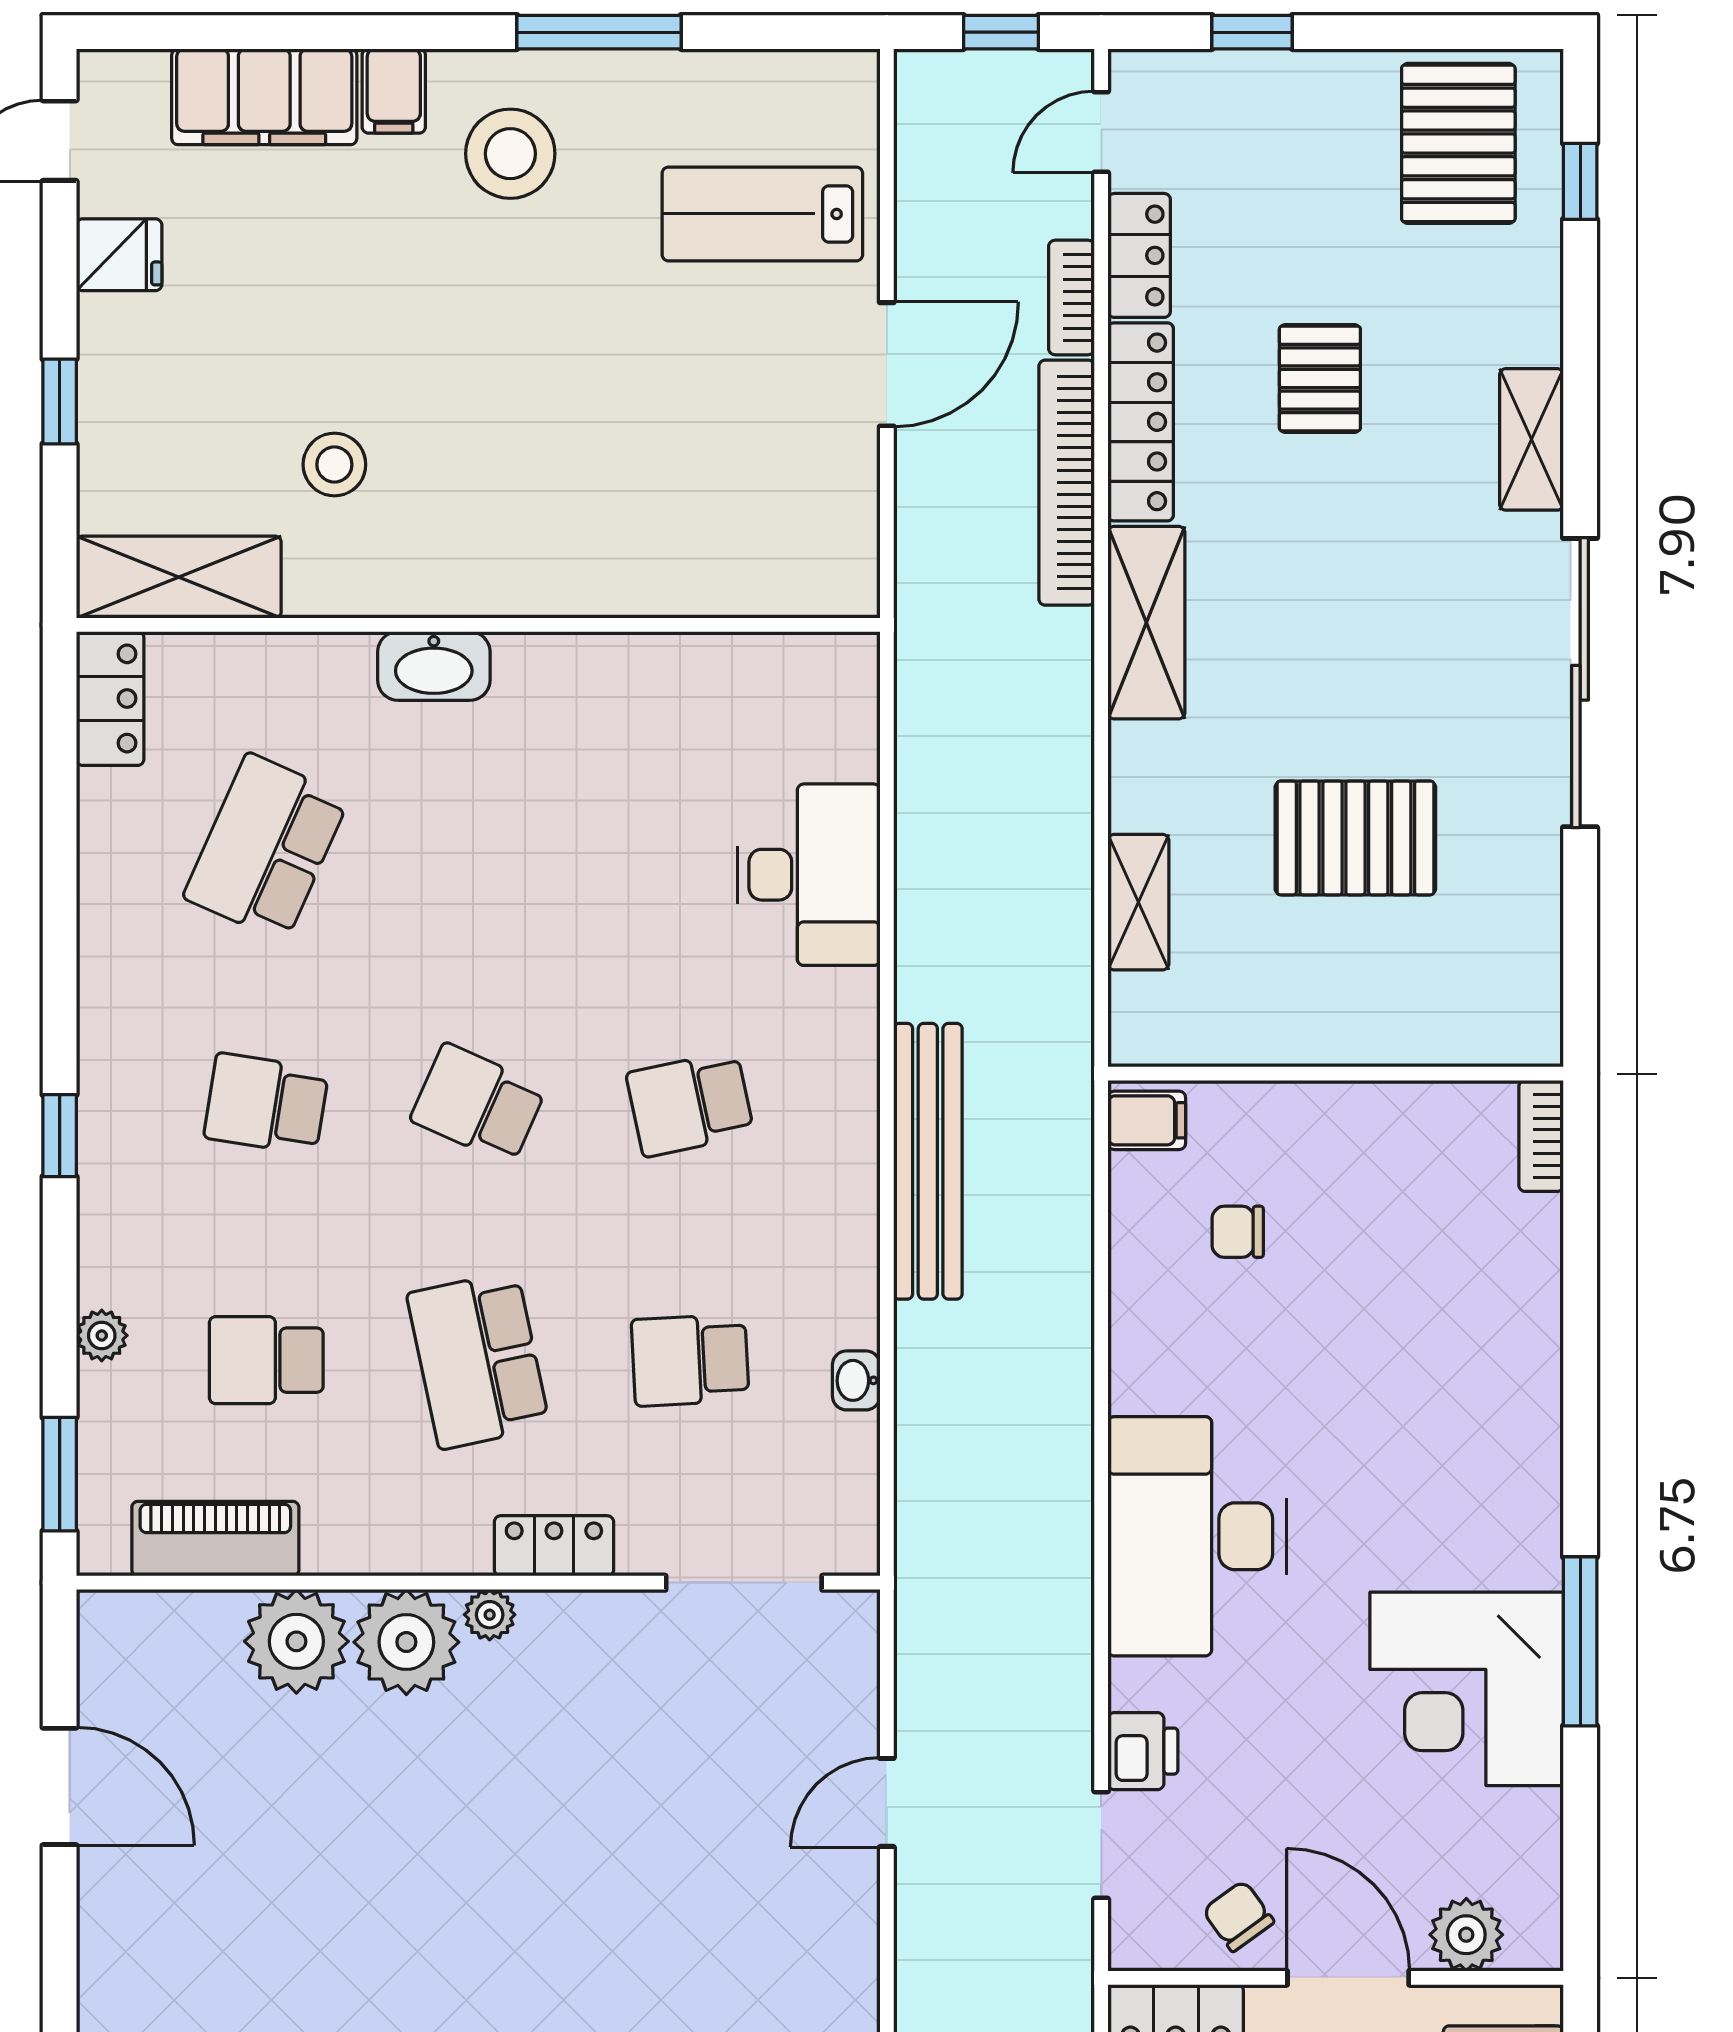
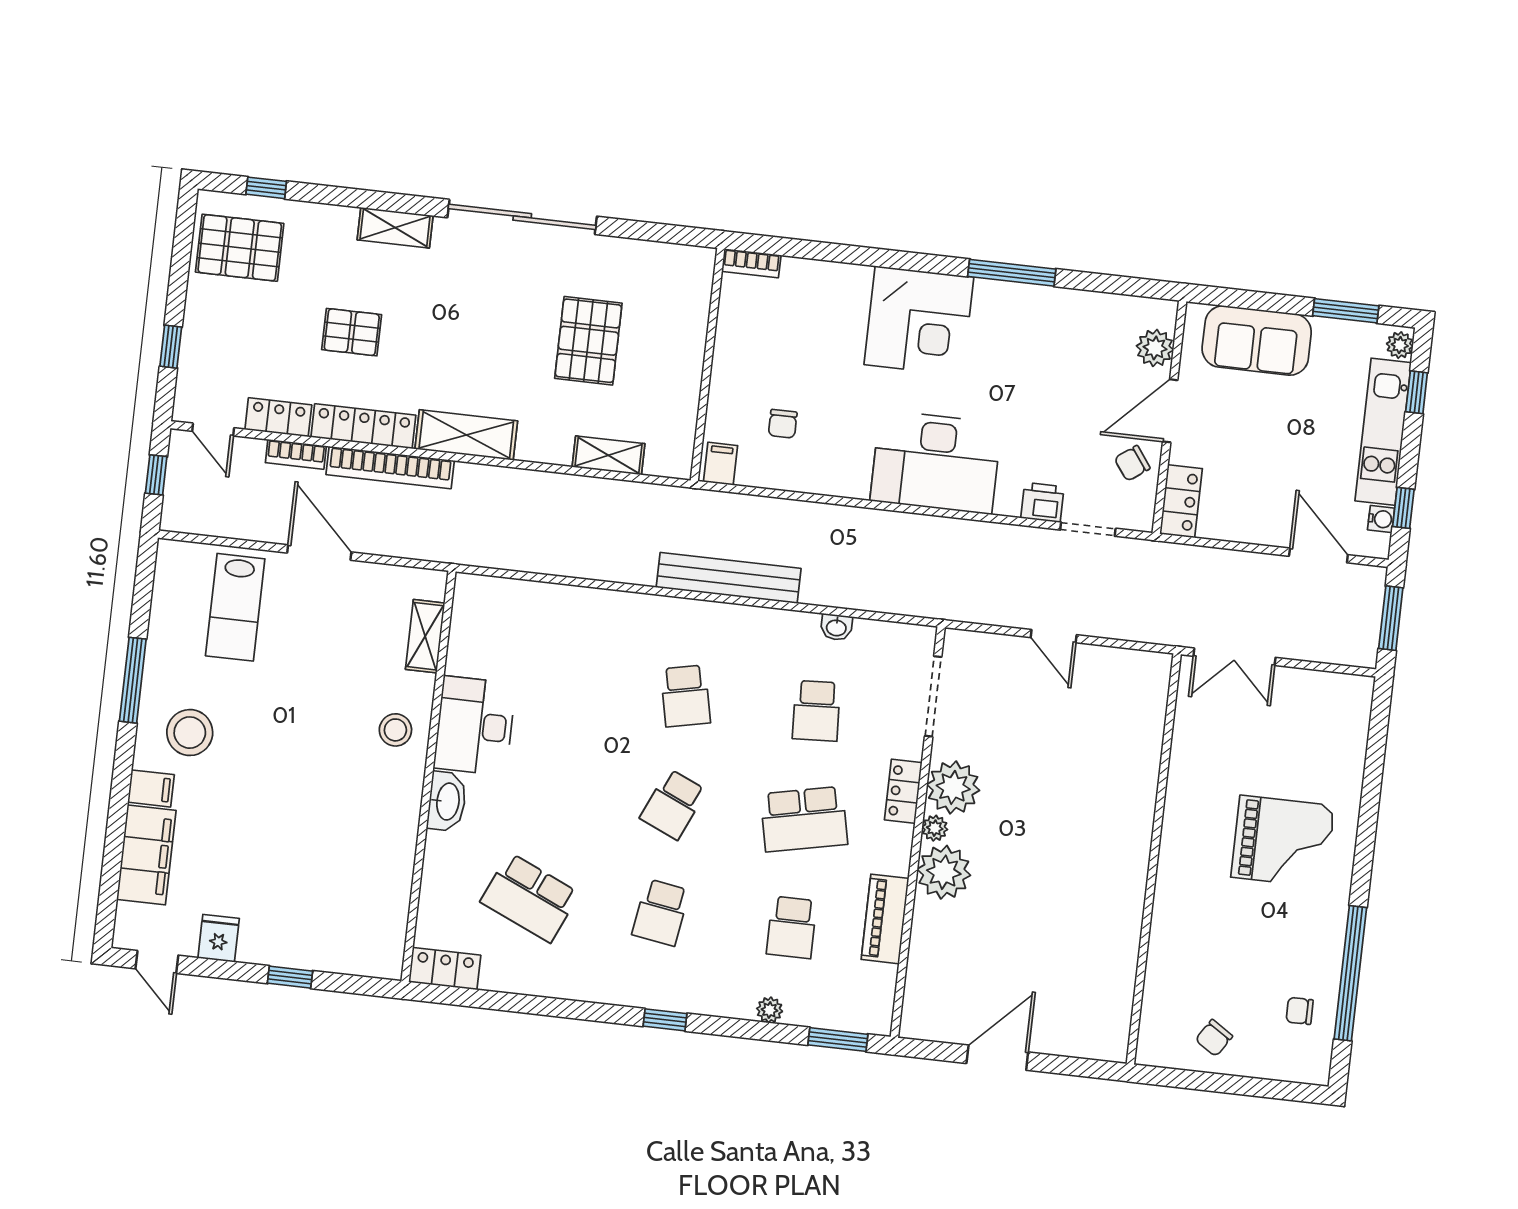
stool: (334, 465) -> (395, 730), moved
shelving: (179, 577) -> (425, 636), moved, width x0.67, depth x0.75
desk: (809, 875) -> (475, 726), moved, turned -90
piano: (215, 1539) -> (885, 919), moved
plant: (296, 1641) -> (953, 787), moved
corner desk: (1467, 1689) -> (919, 321), moved

